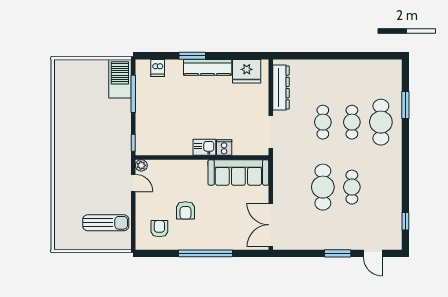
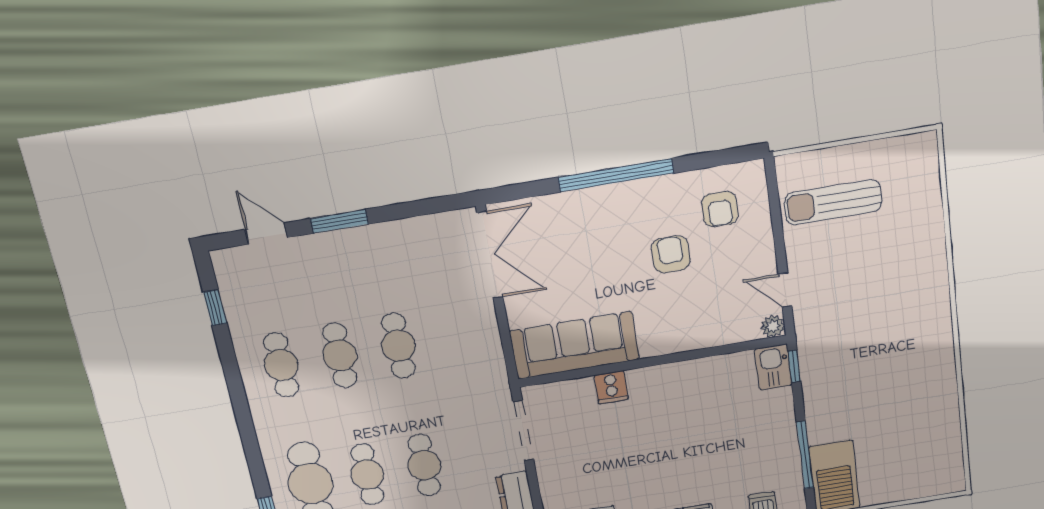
kitchen sink: (204, 147) -> (773, 367), moved, turned 90
cafe table: (323, 187) -> (398, 346), width x0.73, depth x0.74
cafe table: (381, 187) -> (281, 365), added

